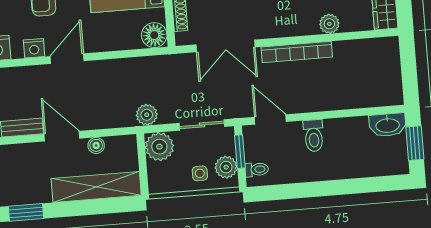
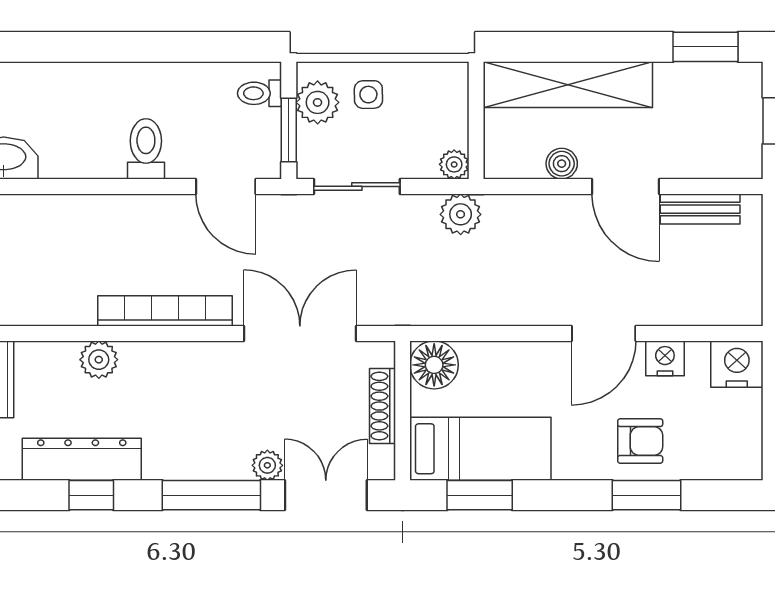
plant: (159, 147) -> (454, 164), width x0.53, depth x0.53

